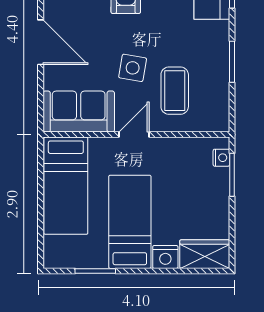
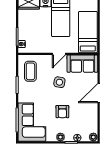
door: (41, 42) -> (99, 93), hinge flipped
coffee table: (175, 91) -> (30, 71), moved

